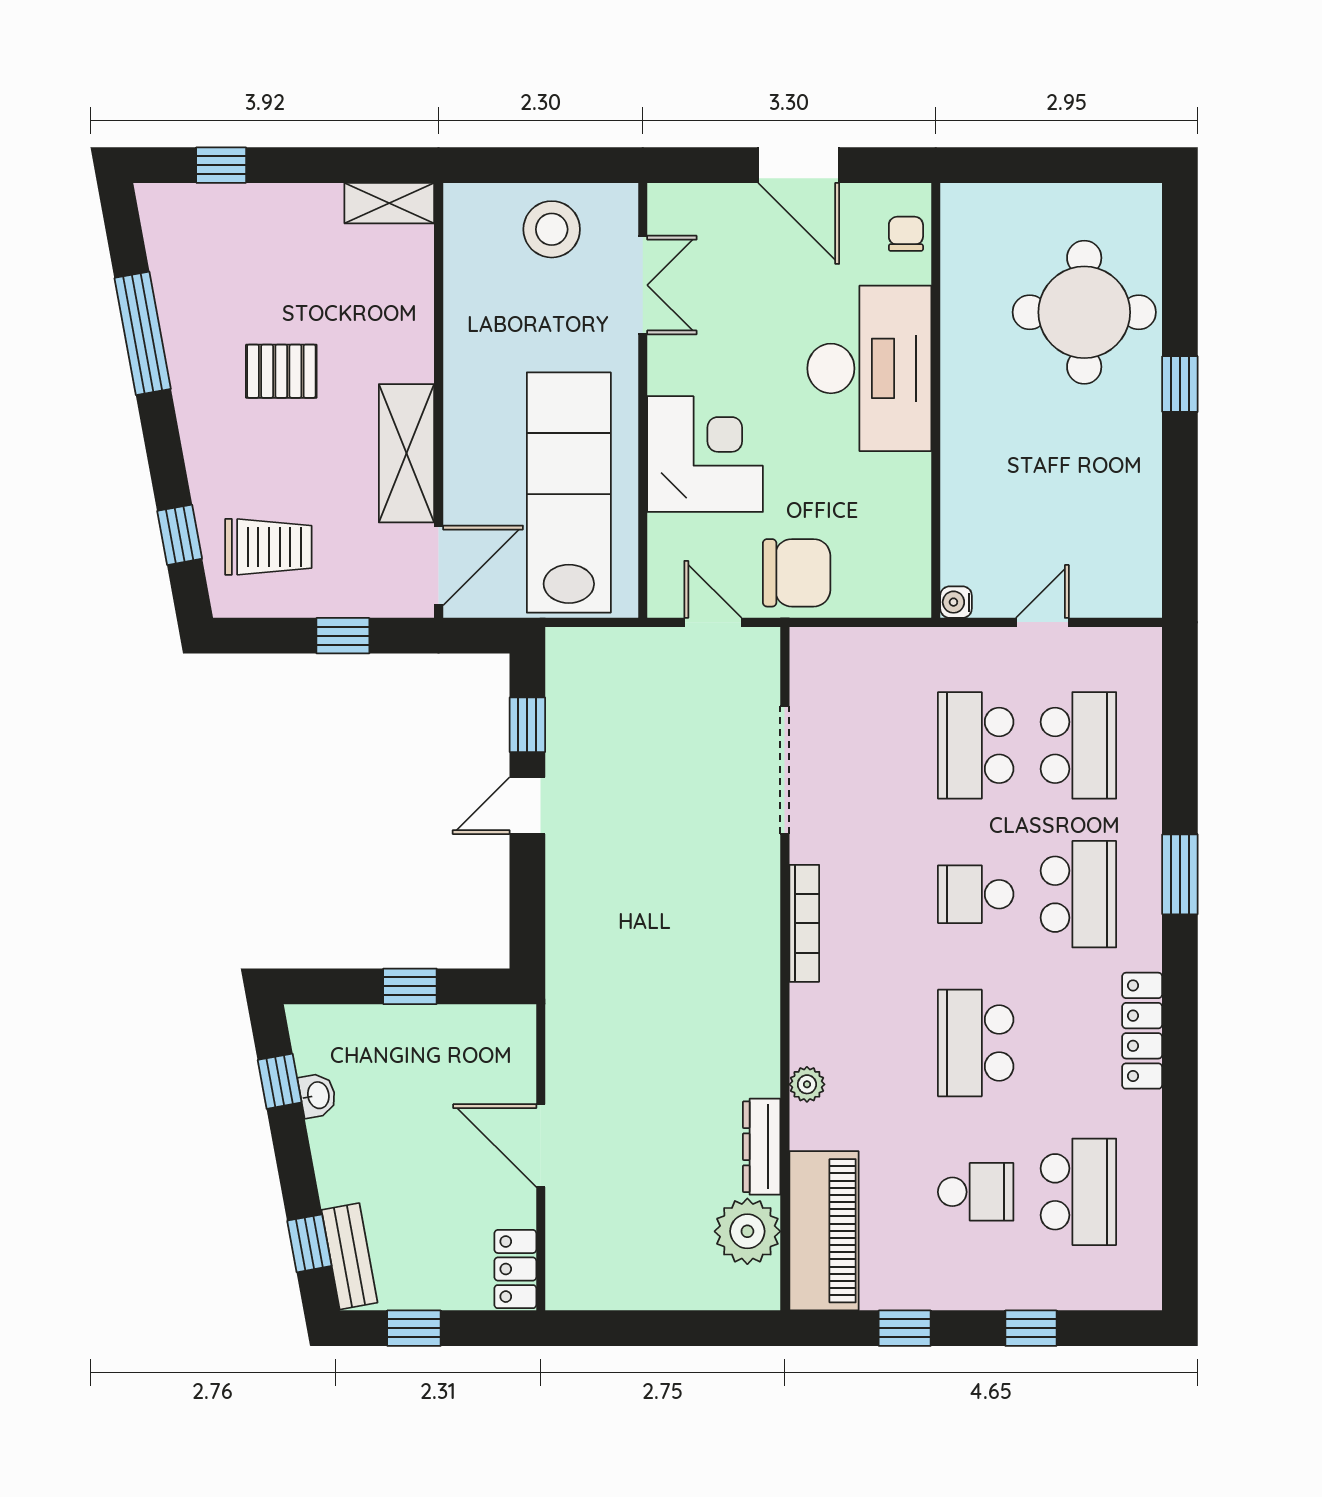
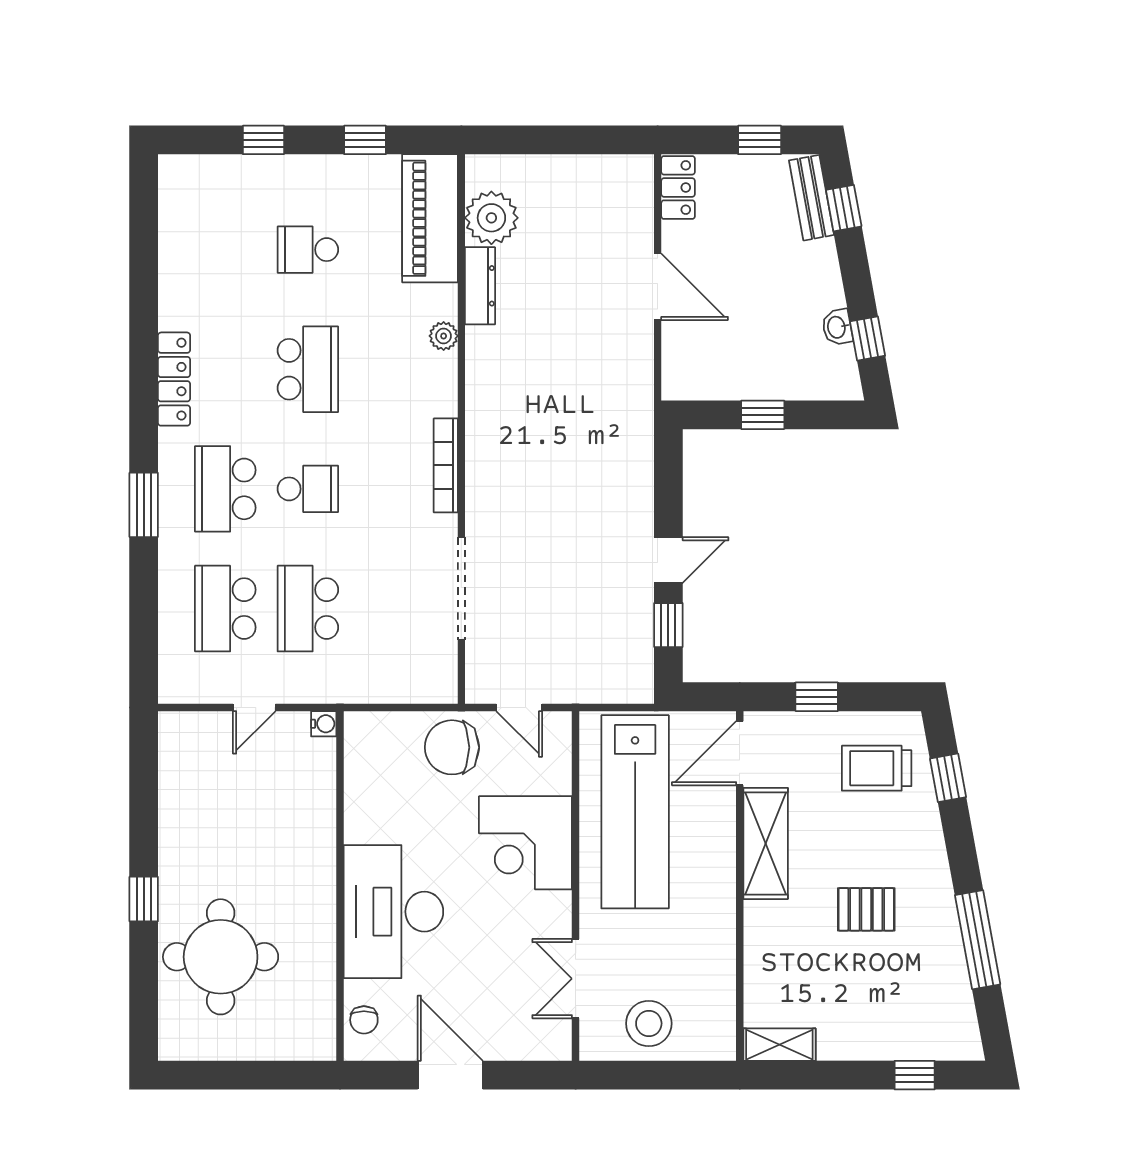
school desk: (976, 745) -> (308, 609), turned 180
school desk: (1078, 1192) -> (225, 250), removed

